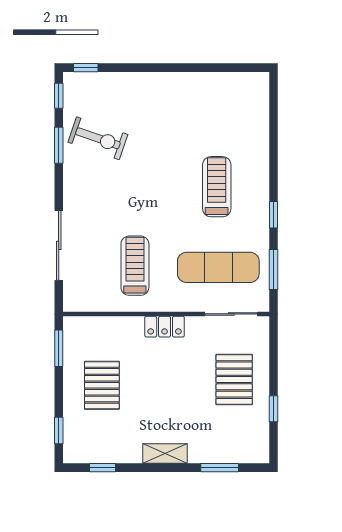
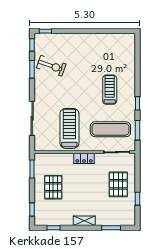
treadmill: (135, 266) -> (69, 128), width x1.37, depth x1.38

